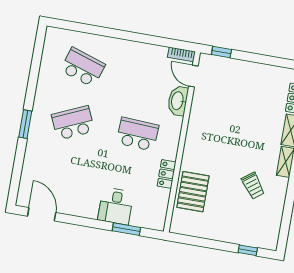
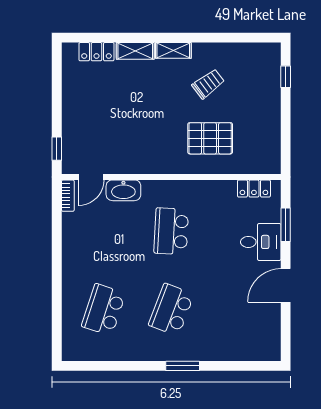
school desk: (73, 123) -> (171, 310), turned 45
locker: (167, 174) -> (254, 188), moved
pallet: (193, 192) -> (210, 138), moved
door: (42, 214) -> (286, 285), moved

